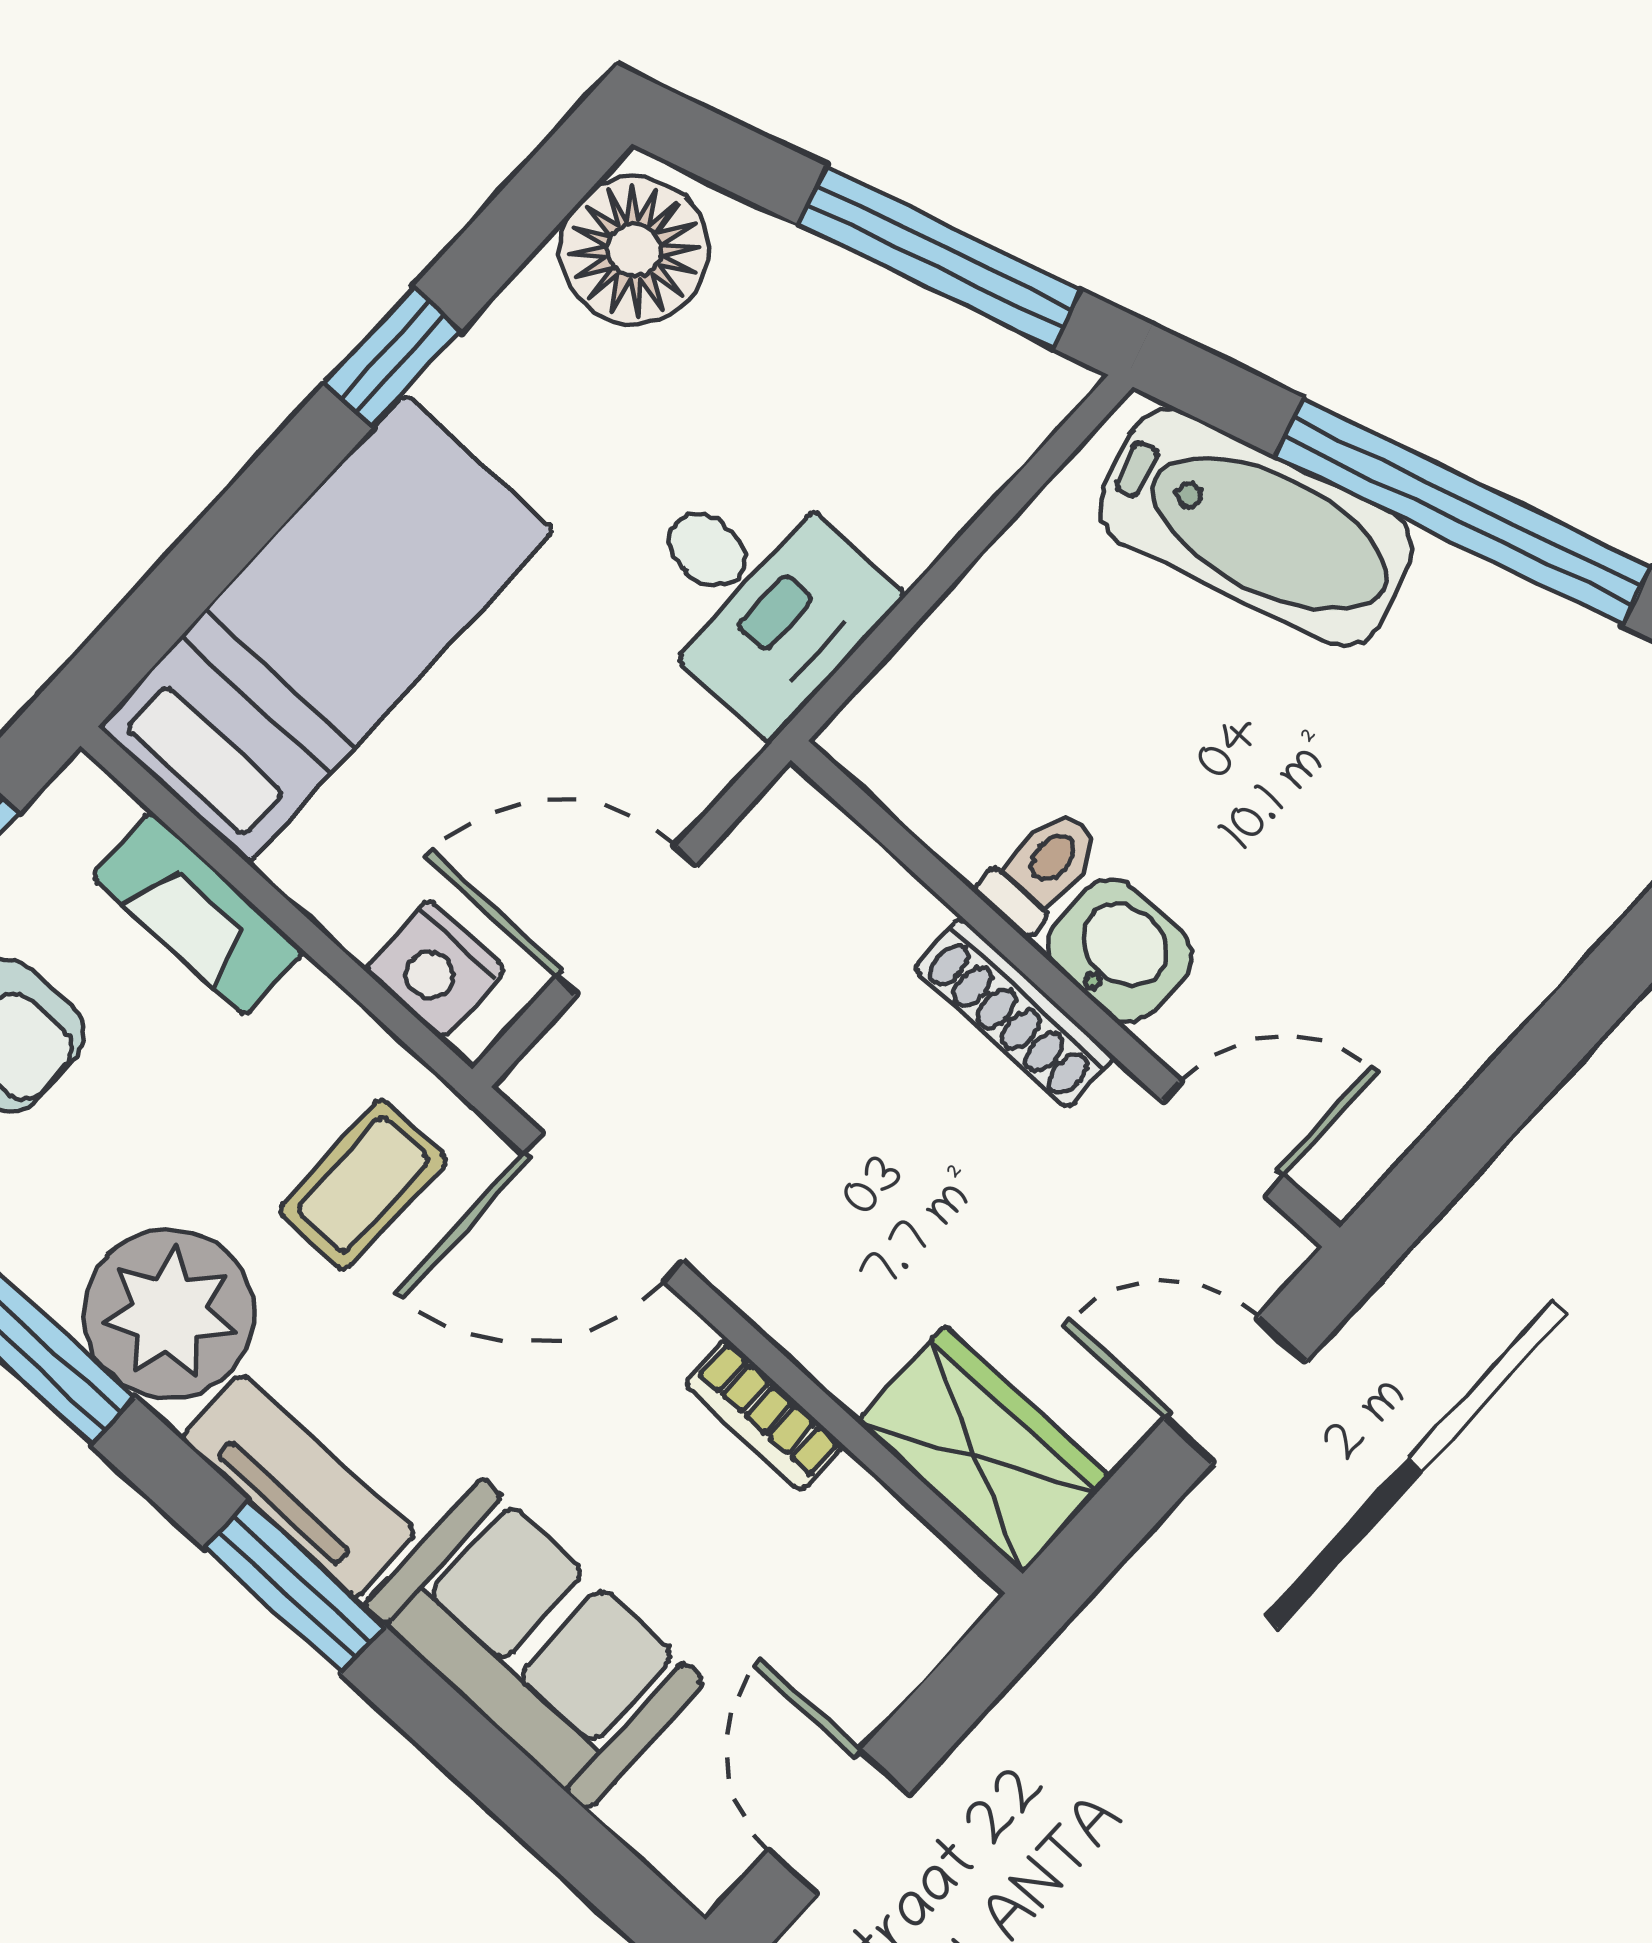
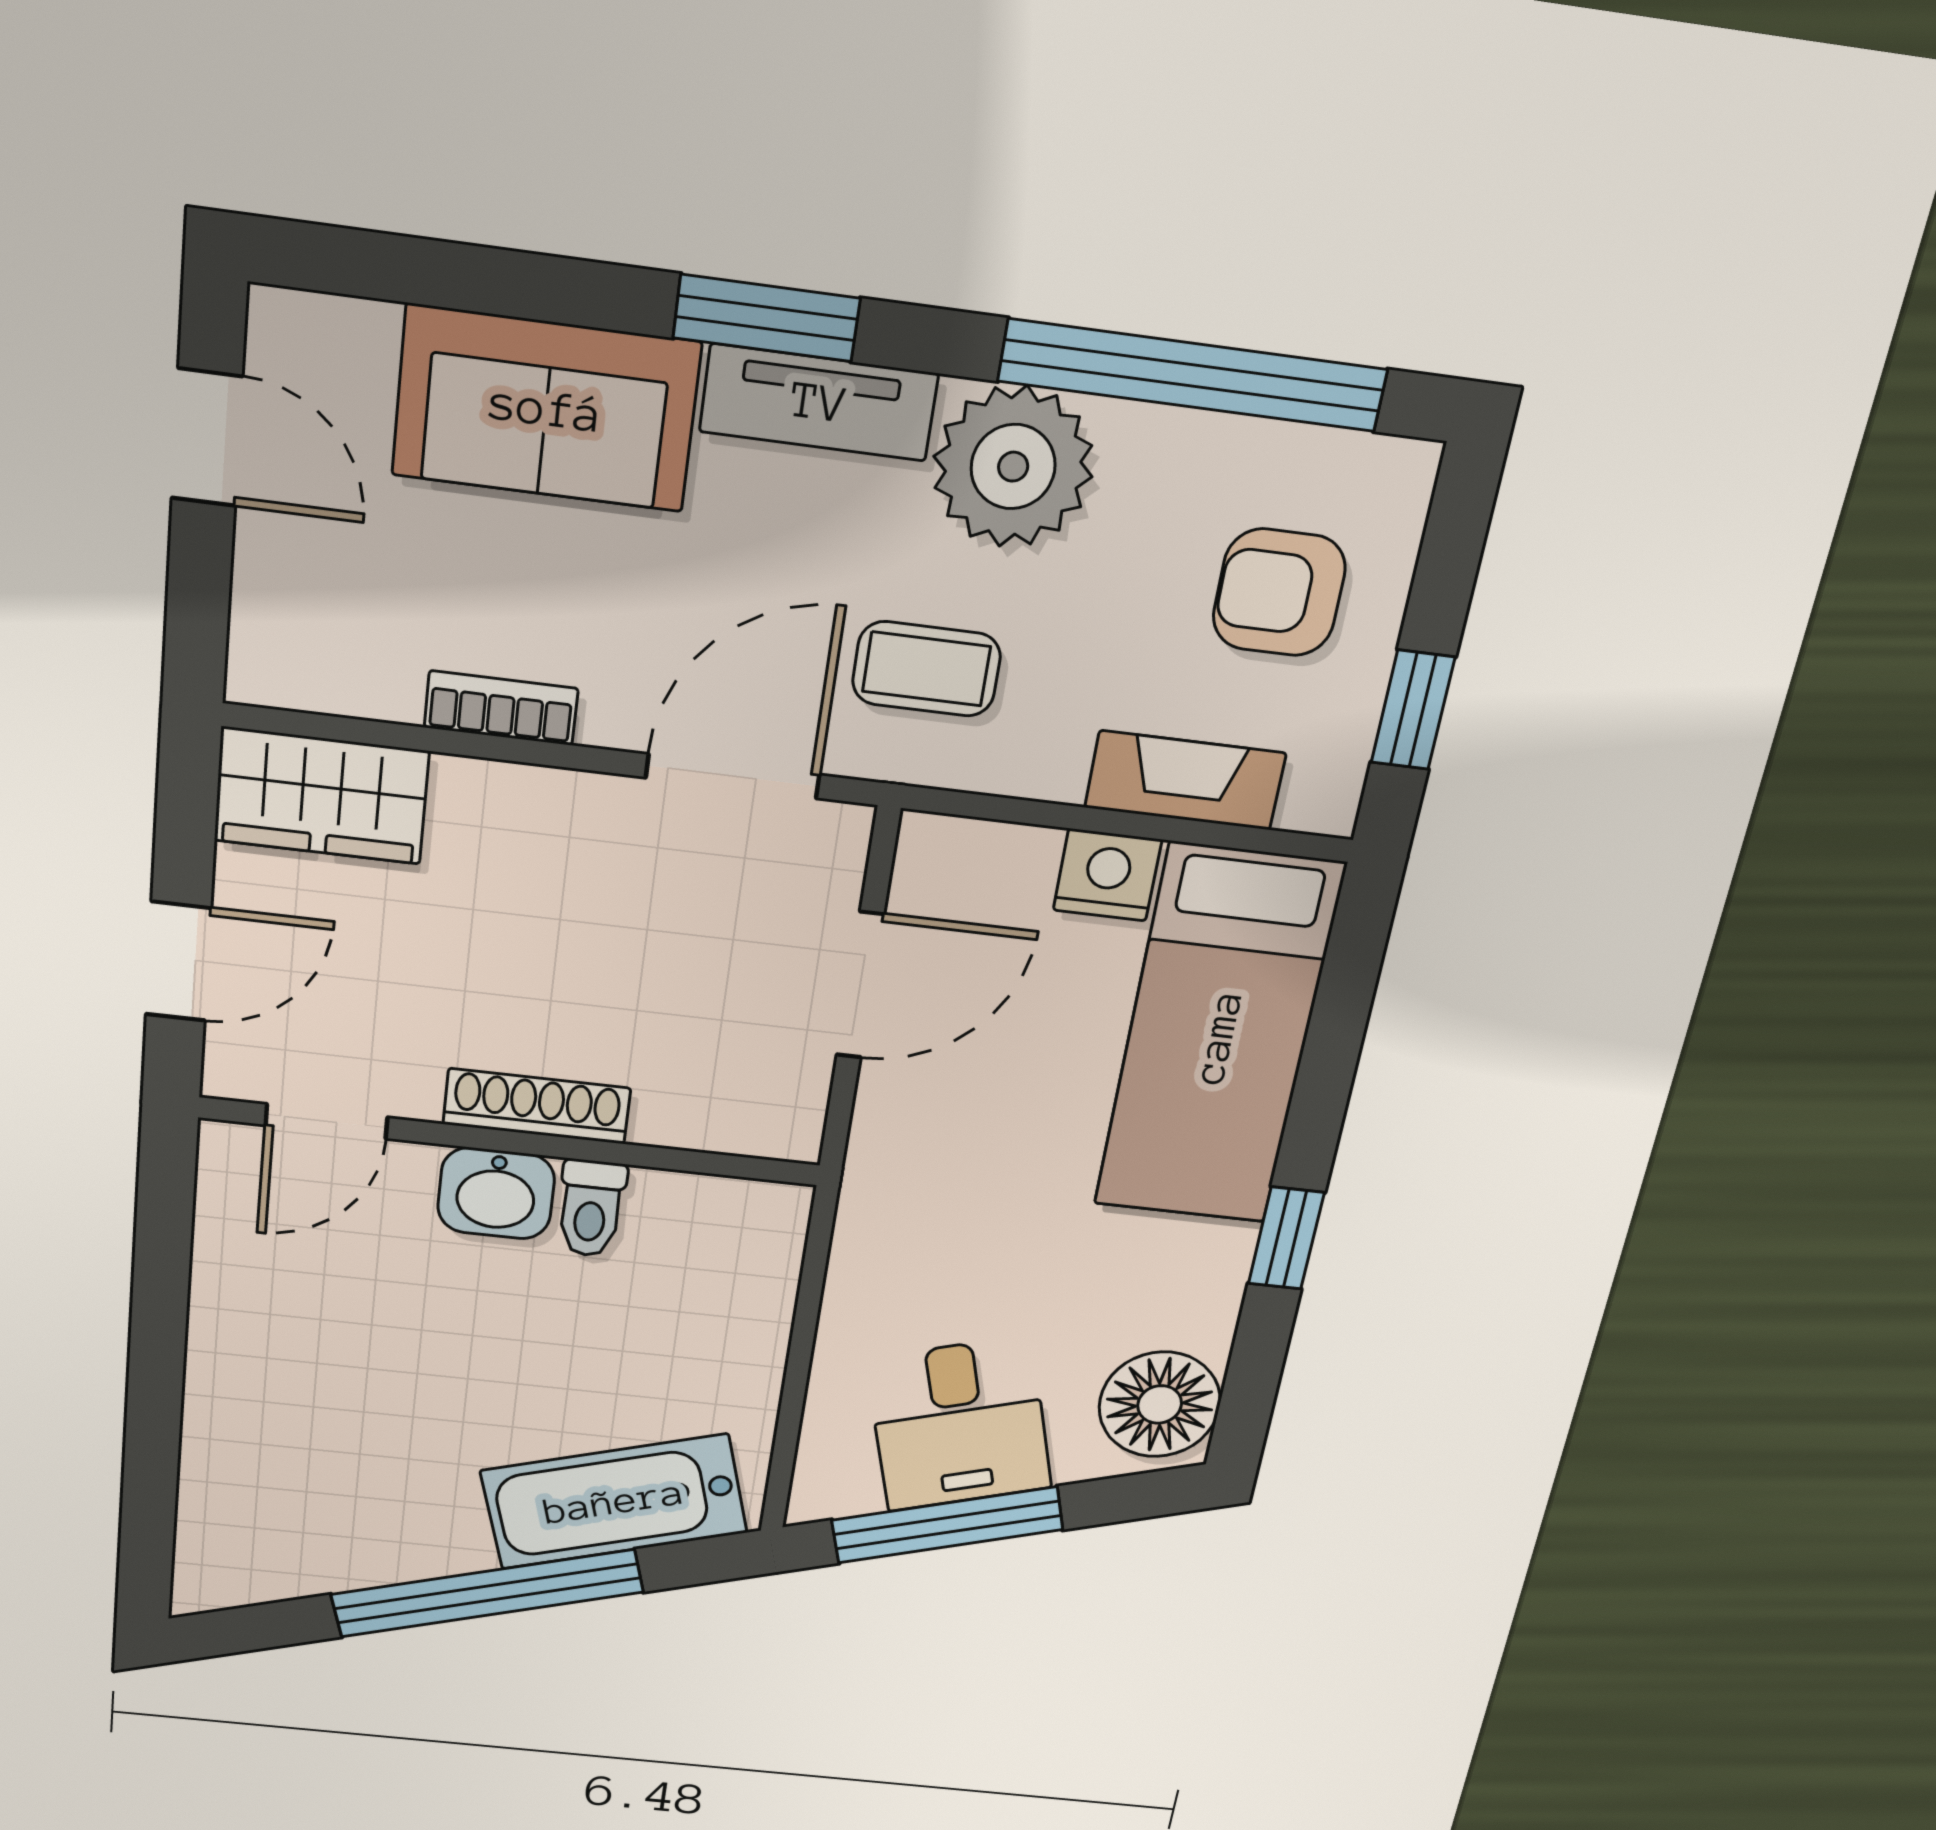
desk: (757, 596) -> (959, 1424), moved, turned -107
nightstand: (435, 969) -> (1107, 875), moved
coffee table: (363, 1185) -> (926, 669), turned 90

